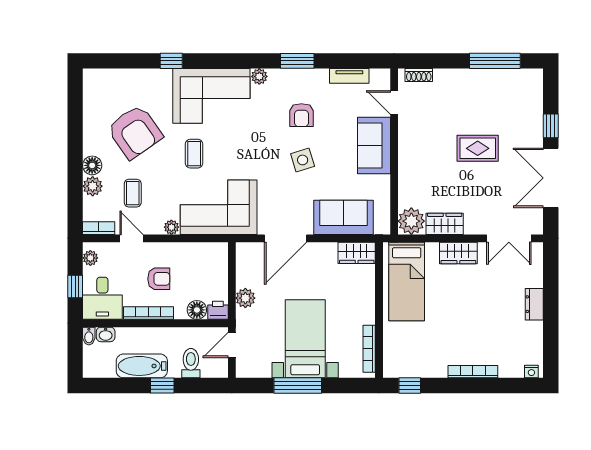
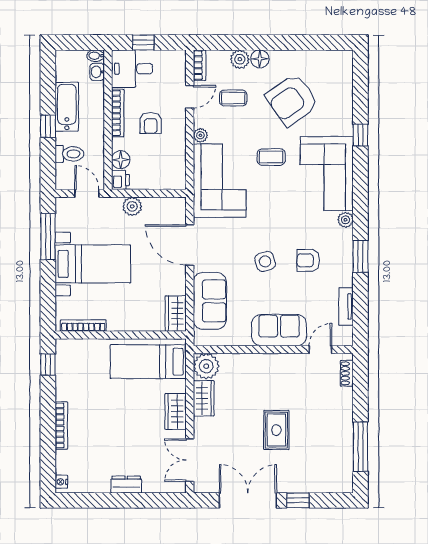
plant: (90, 258) -> (171, 57), removed
window: (298, 386) -> (48, 237), moved

